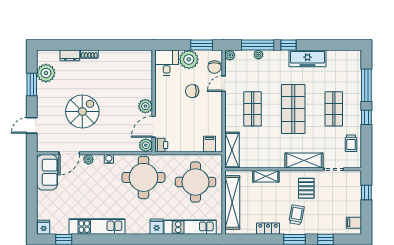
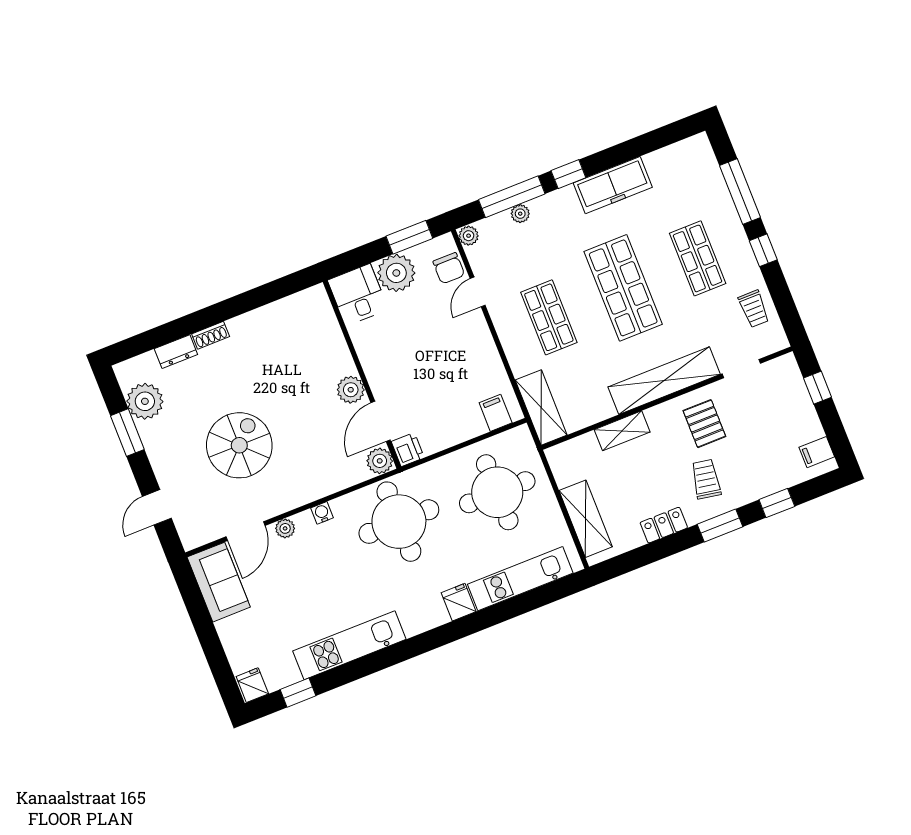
chair: (192, 91) -> (425, 328), removed
shelving: (304, 160) -> (664, 381), width x1.47
shelving: (232, 202) -> (586, 519), width x0.68

